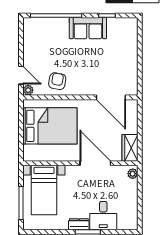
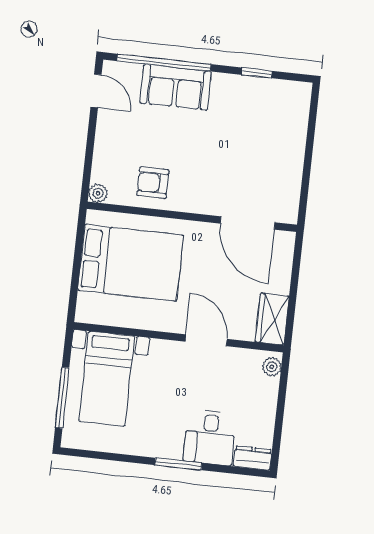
sofa: (88, 28) -> (176, 87), moved
door: (21, 75) -> (96, 91), moved
armchair: (57, 81) -> (153, 183), turned -100
door: (95, 163) -> (206, 340), width x0.73
dresser: (79, 224) -> (253, 458), moved

